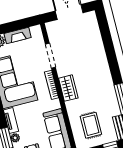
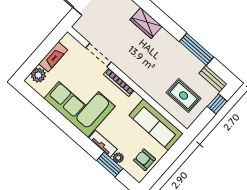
wardrobe: (68, 88) -> (146, 23), moved, turned 180

